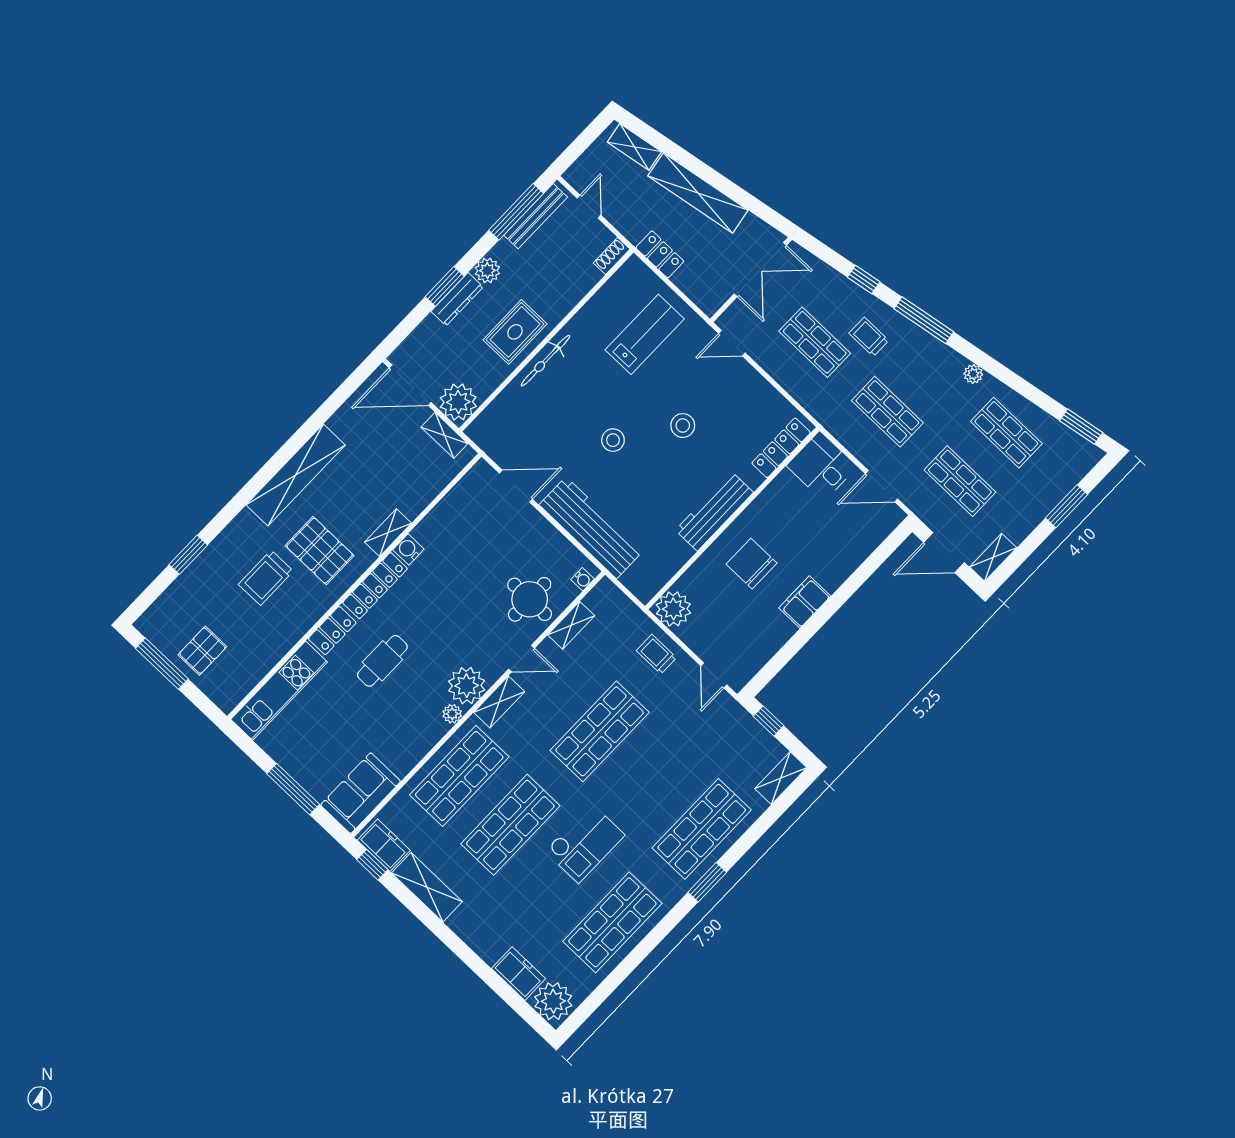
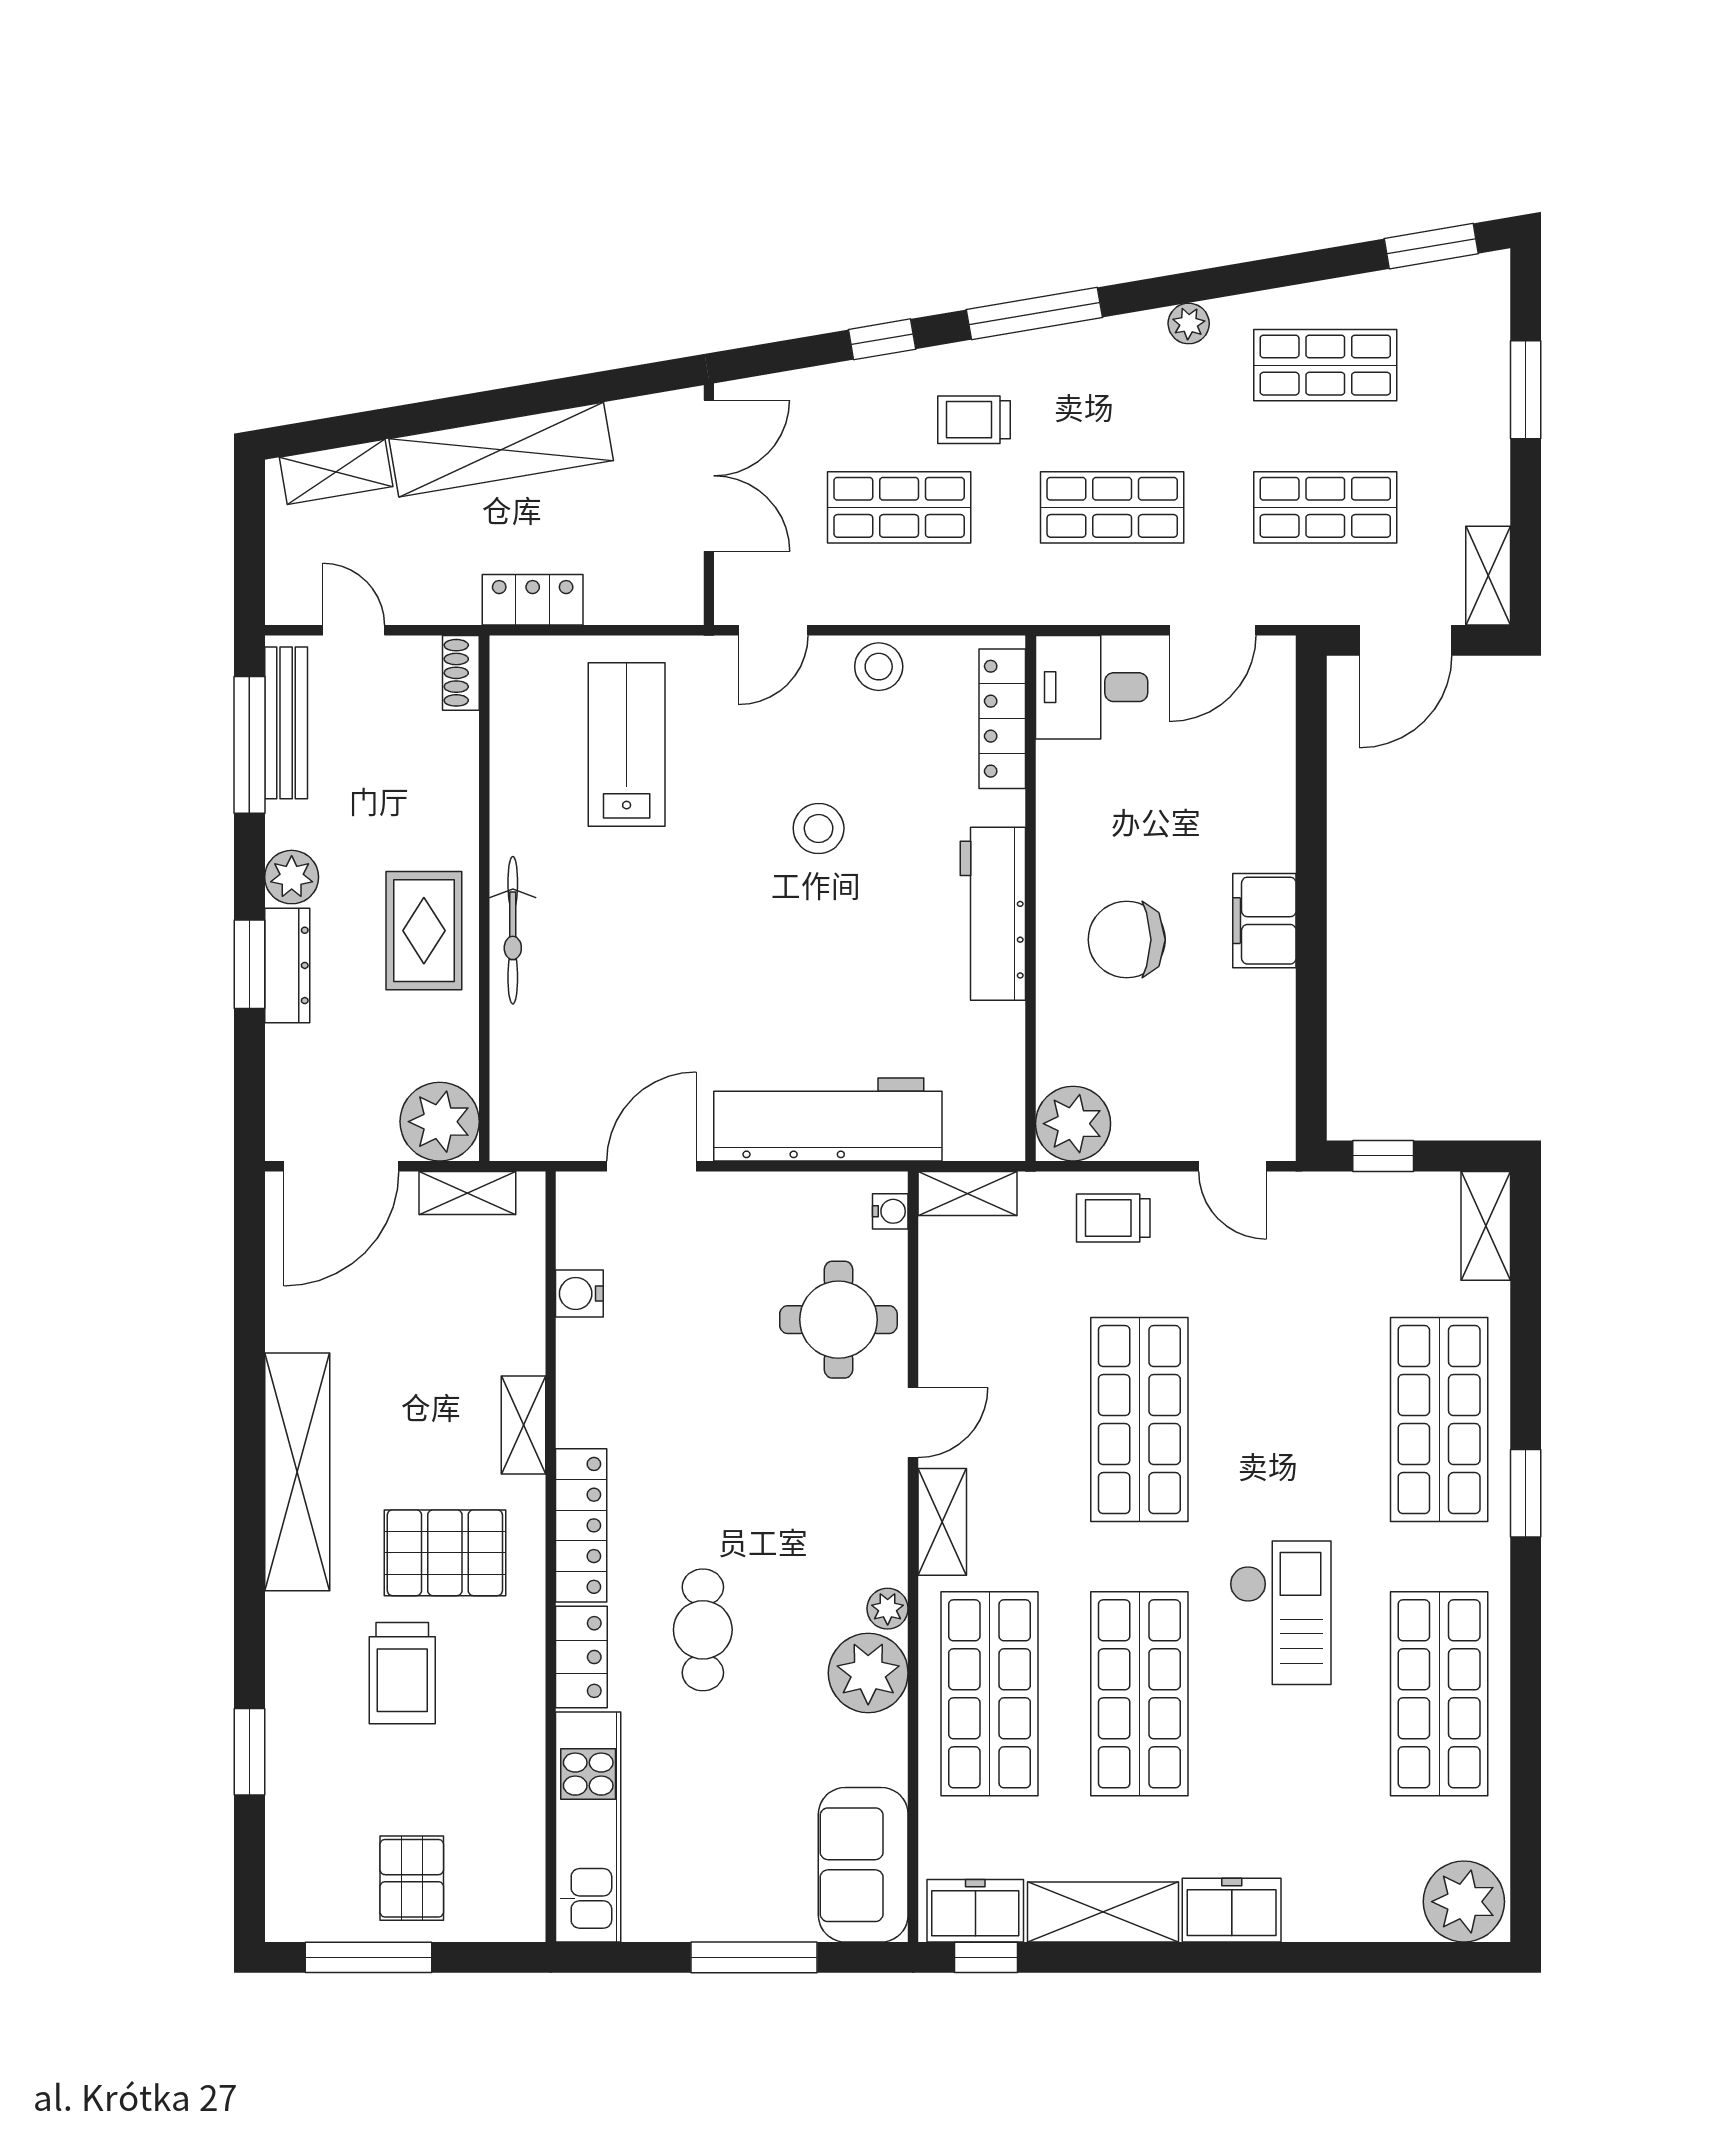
stool: (613, 440) -> (879, 667), moved
water cooler: (408, 549) -> (579, 1294), moved
shelving: (571, 625) -> (968, 1193), moved, turned 90
plant: (467, 686) -> (868, 1673), moved
freezer: (518, 974) -> (1232, 1910), moved

